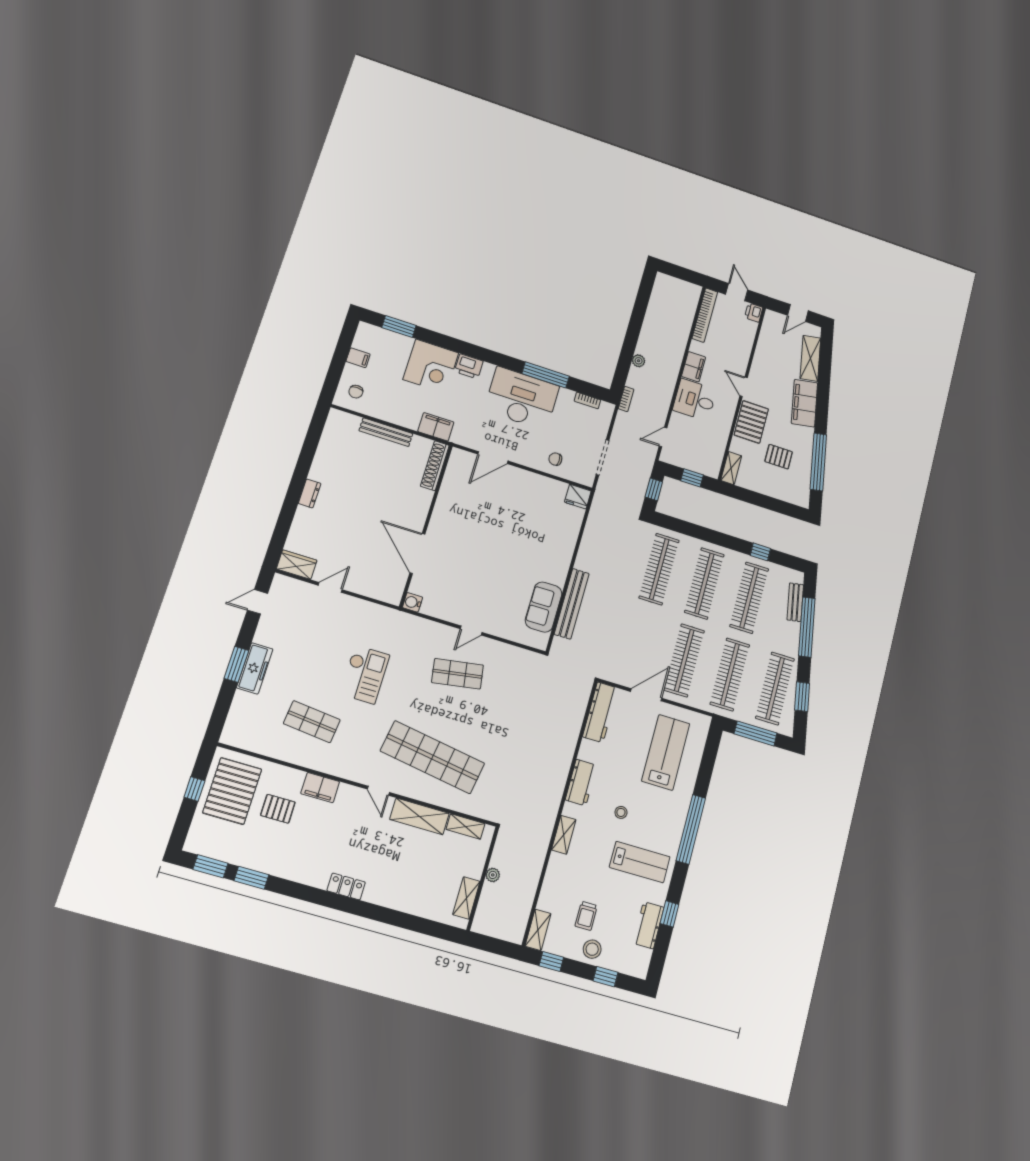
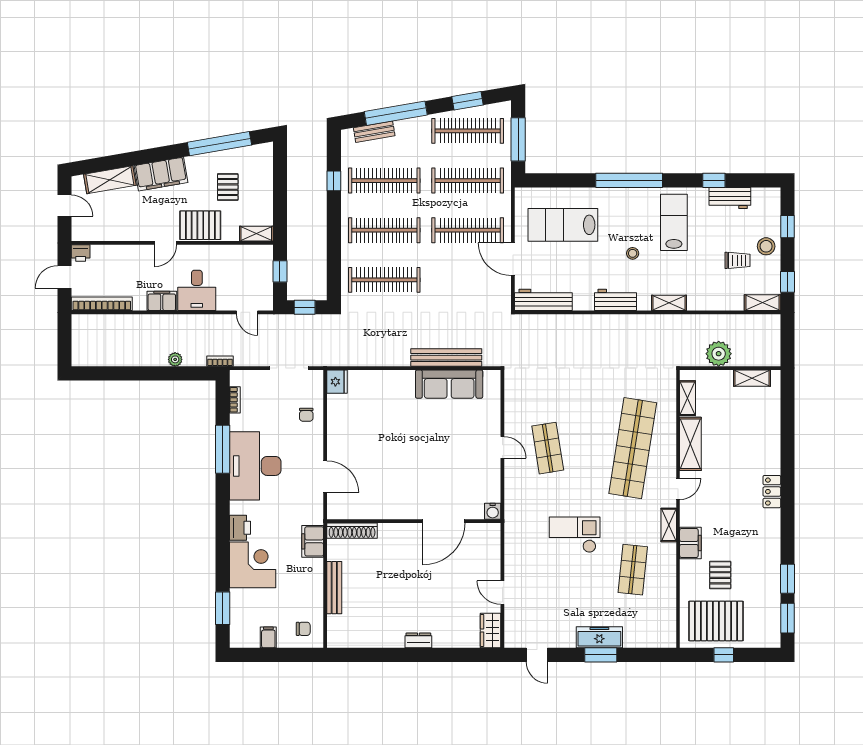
sofa: (544, 607) -> (449, 384), width x1.36
shelving: (345, 771) -> (669, 525), added
plant: (493, 875) -> (719, 354), width x1.88, depth x1.88

